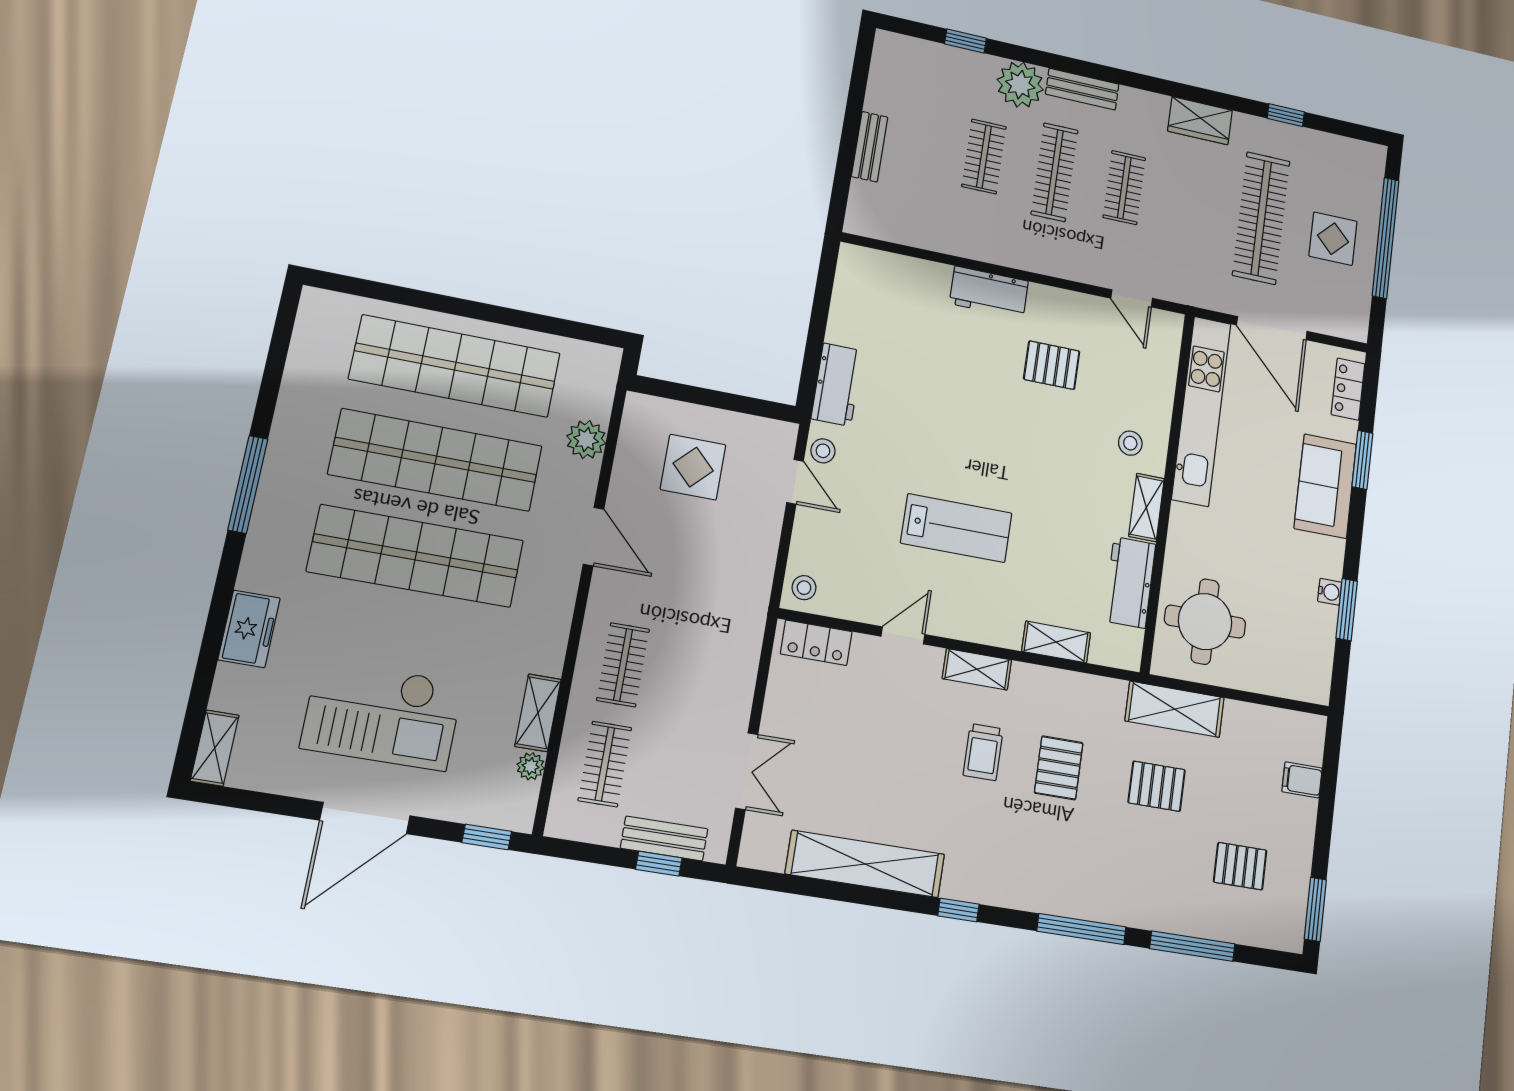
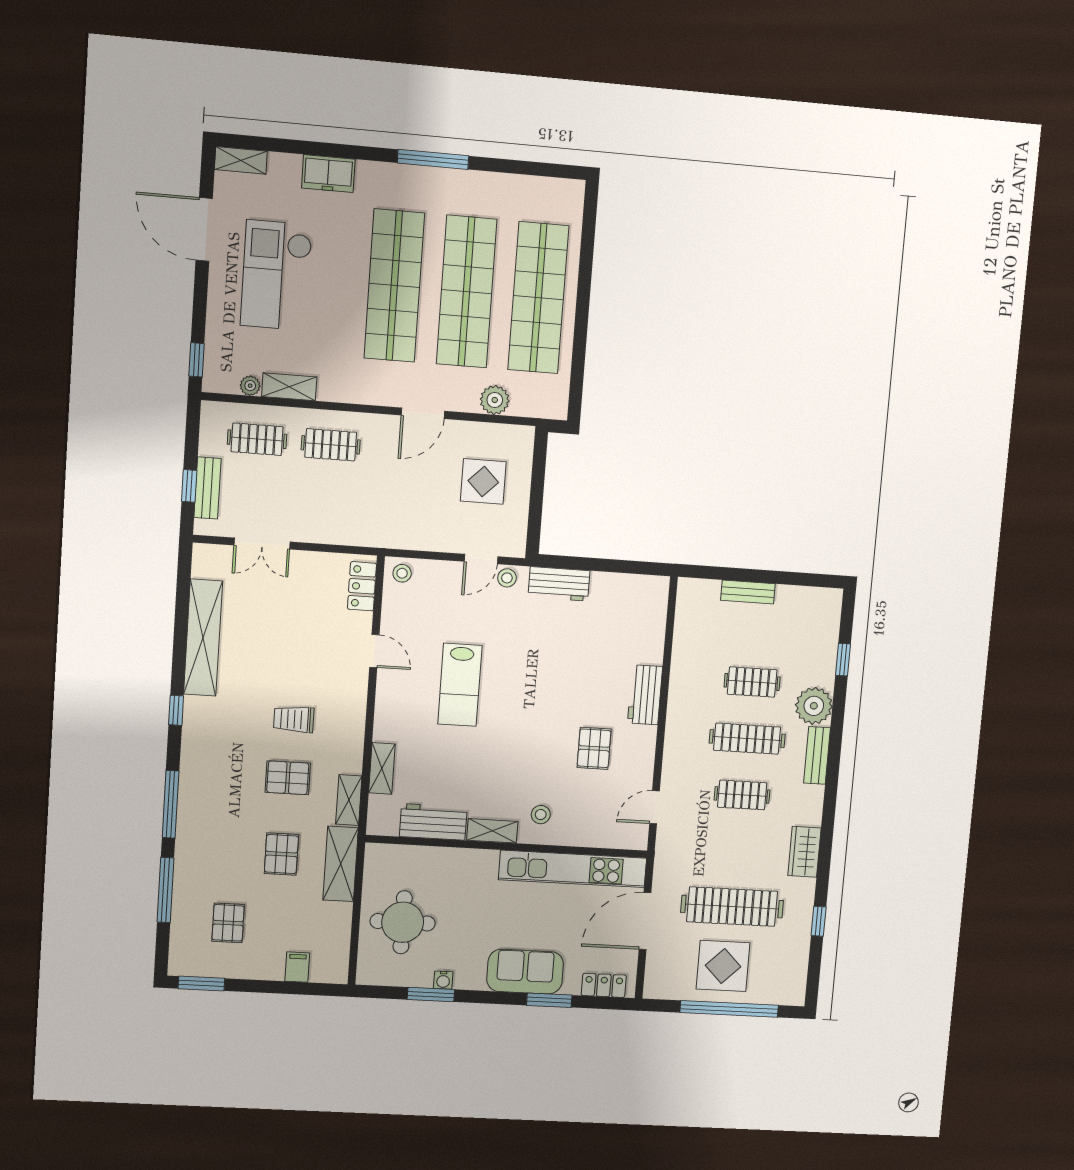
display table: (1333, 239) -> (723, 966), width x1.36, depth x1.36
round table: (1205, 622) -> (403, 922), moved
shelving: (977, 669) -> (349, 800), moved
door: (365, 818) -> (204, 229), moved

